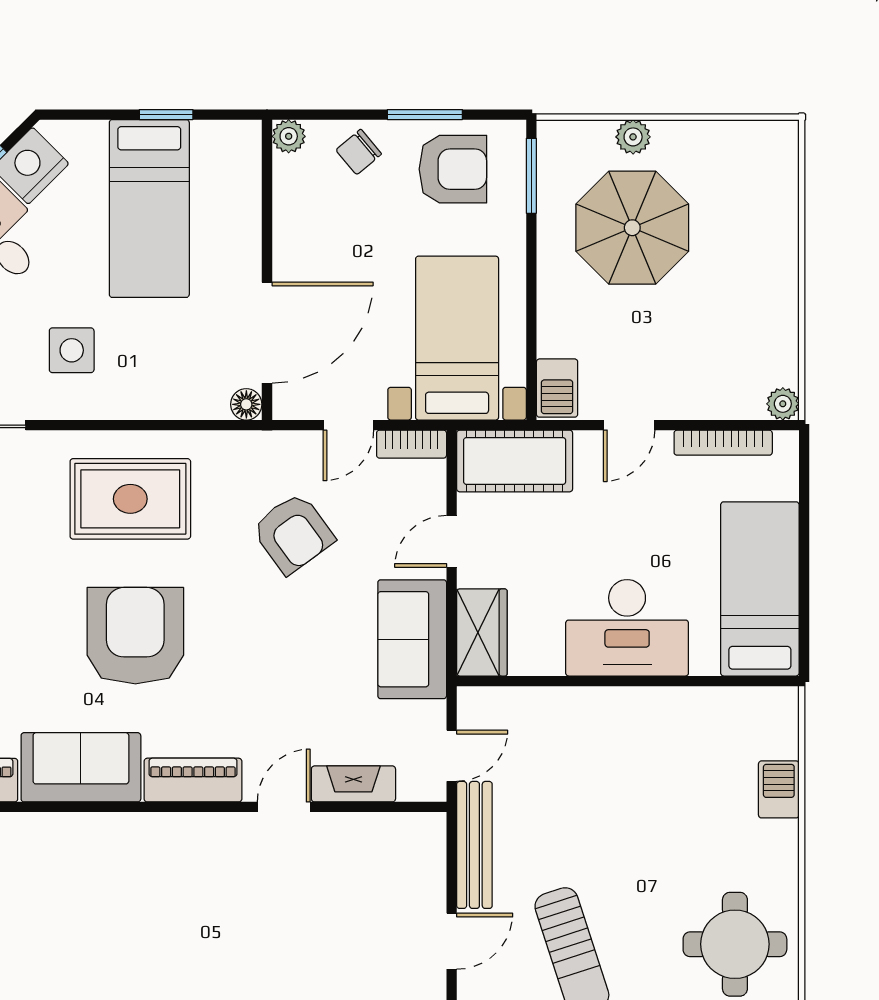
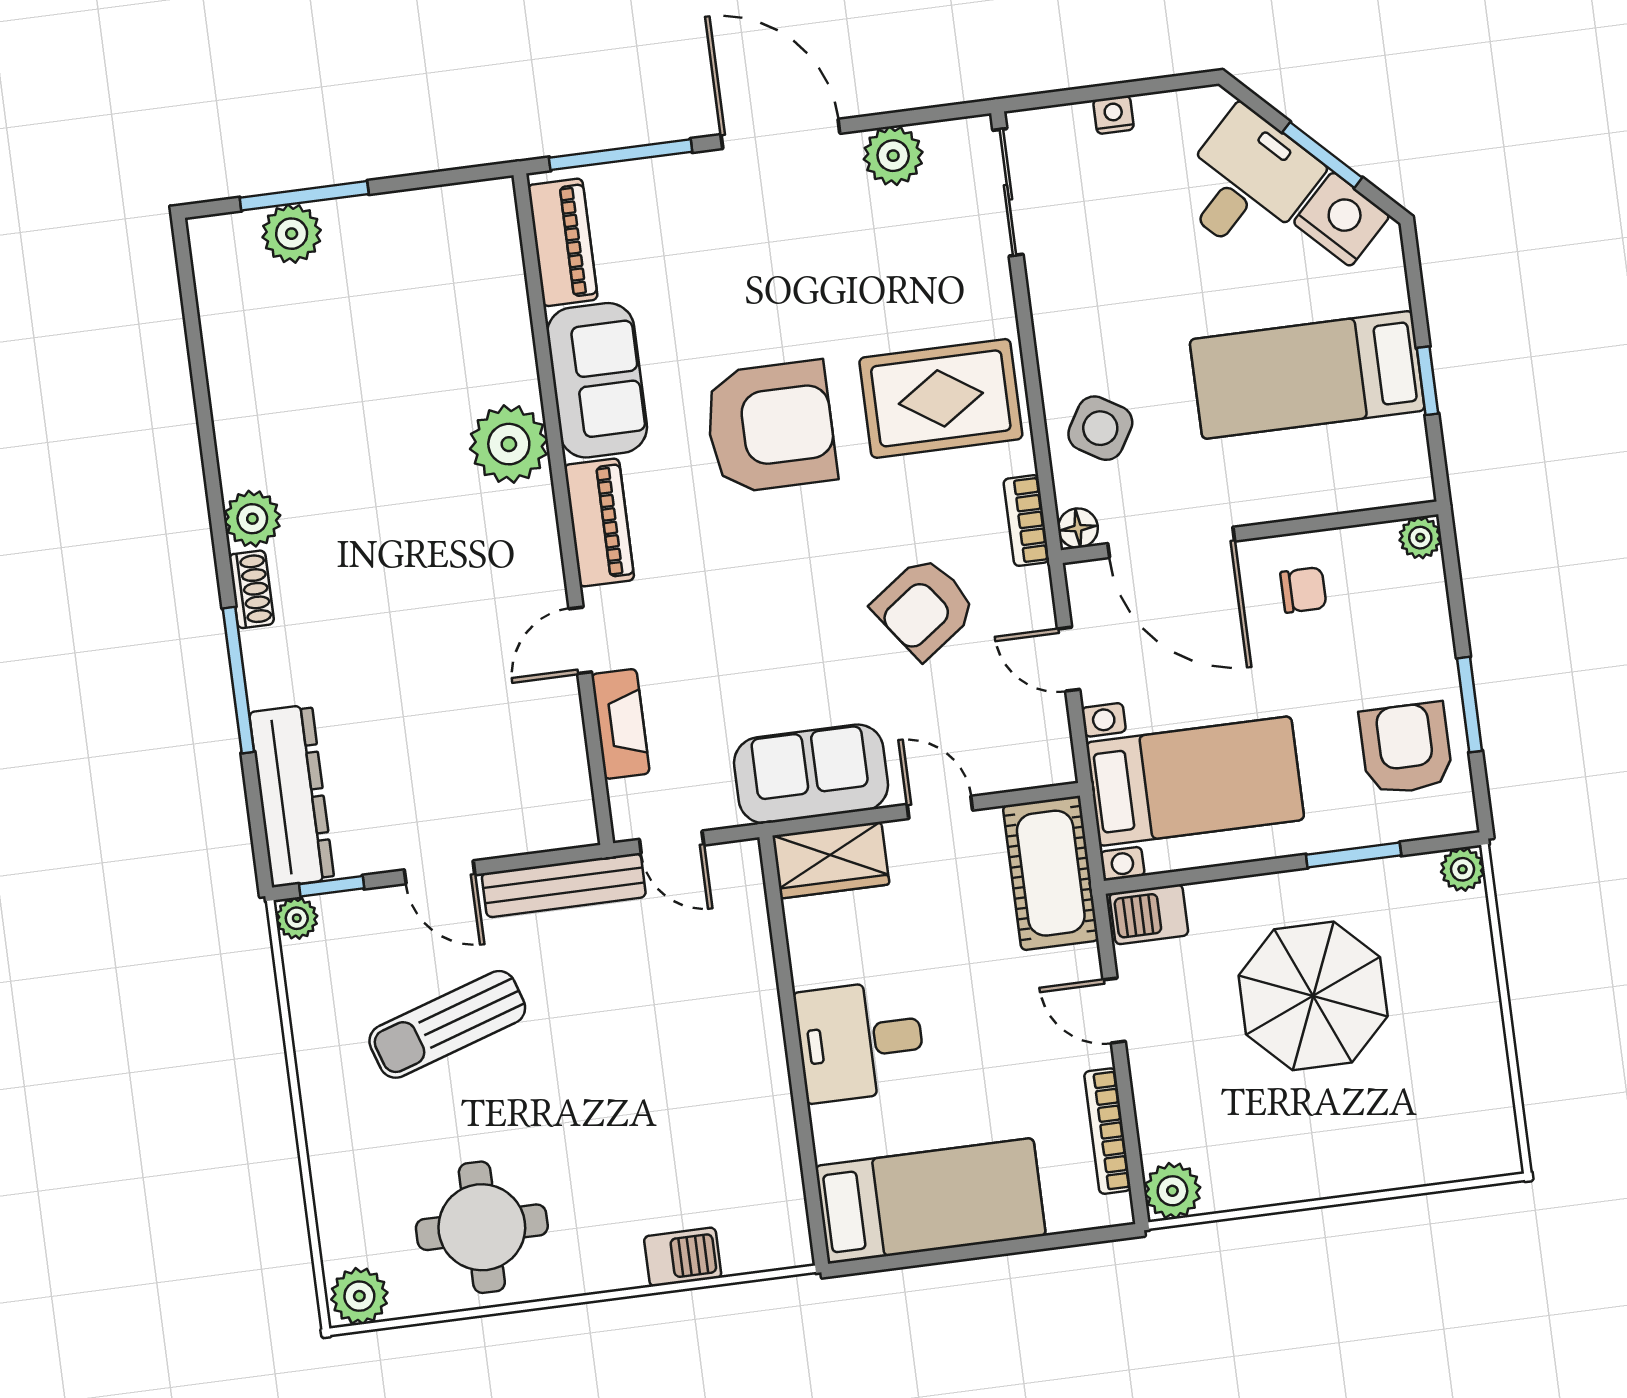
plant: (633, 137) -> (1463, 869), moved
chair: (359, 152) -> (1303, 590), moved, turned 130
armchair: (453, 169) -> (1406, 748), turned 180
window: (531, 176) -> (1354, 855), moved
parasol: (632, 228) -> (1313, 996), moved
side table: (72, 350) -> (1100, 428), moved, turned 31
plant: (783, 404) -> (1172, 1191), width x1.38, depth x1.38
bookcase: (412, 444) -> (1026, 521), moved
rug: (130, 499) -> (941, 398), turned 90
desk: (627, 628) -> (860, 1041), width x0.73
door: (284, 807) -> (580, 640), swing flipped
plant: (122, 843) -> (509, 444), added

